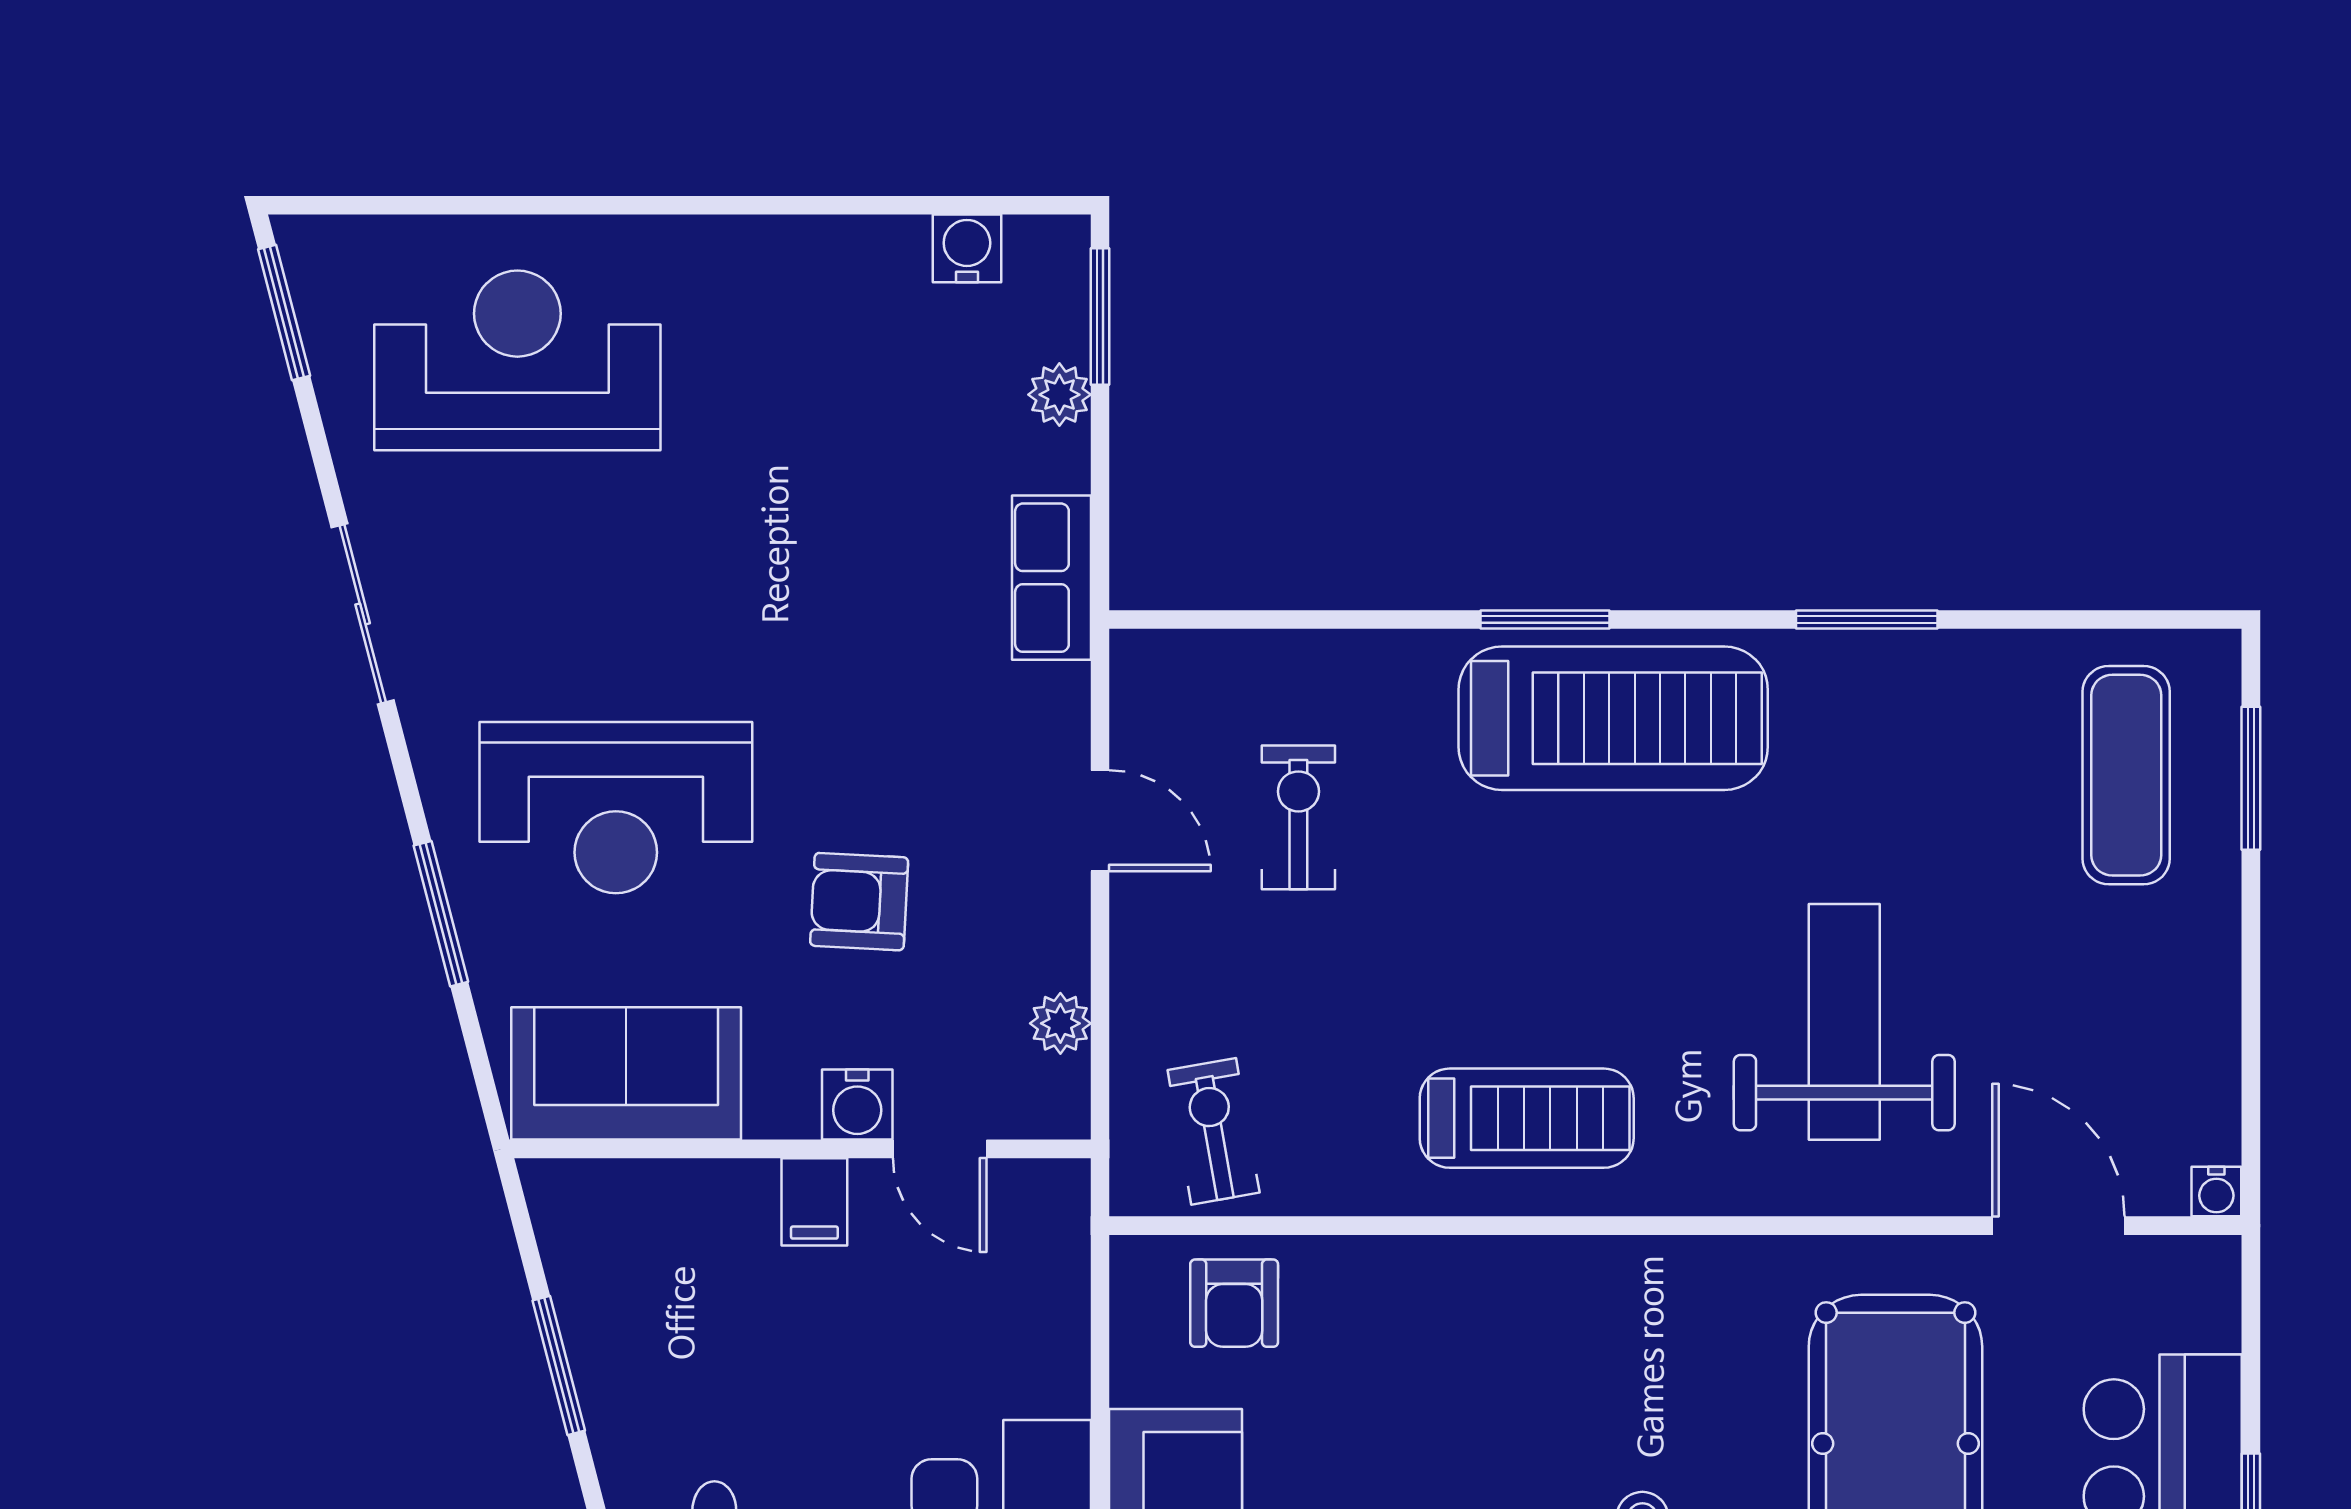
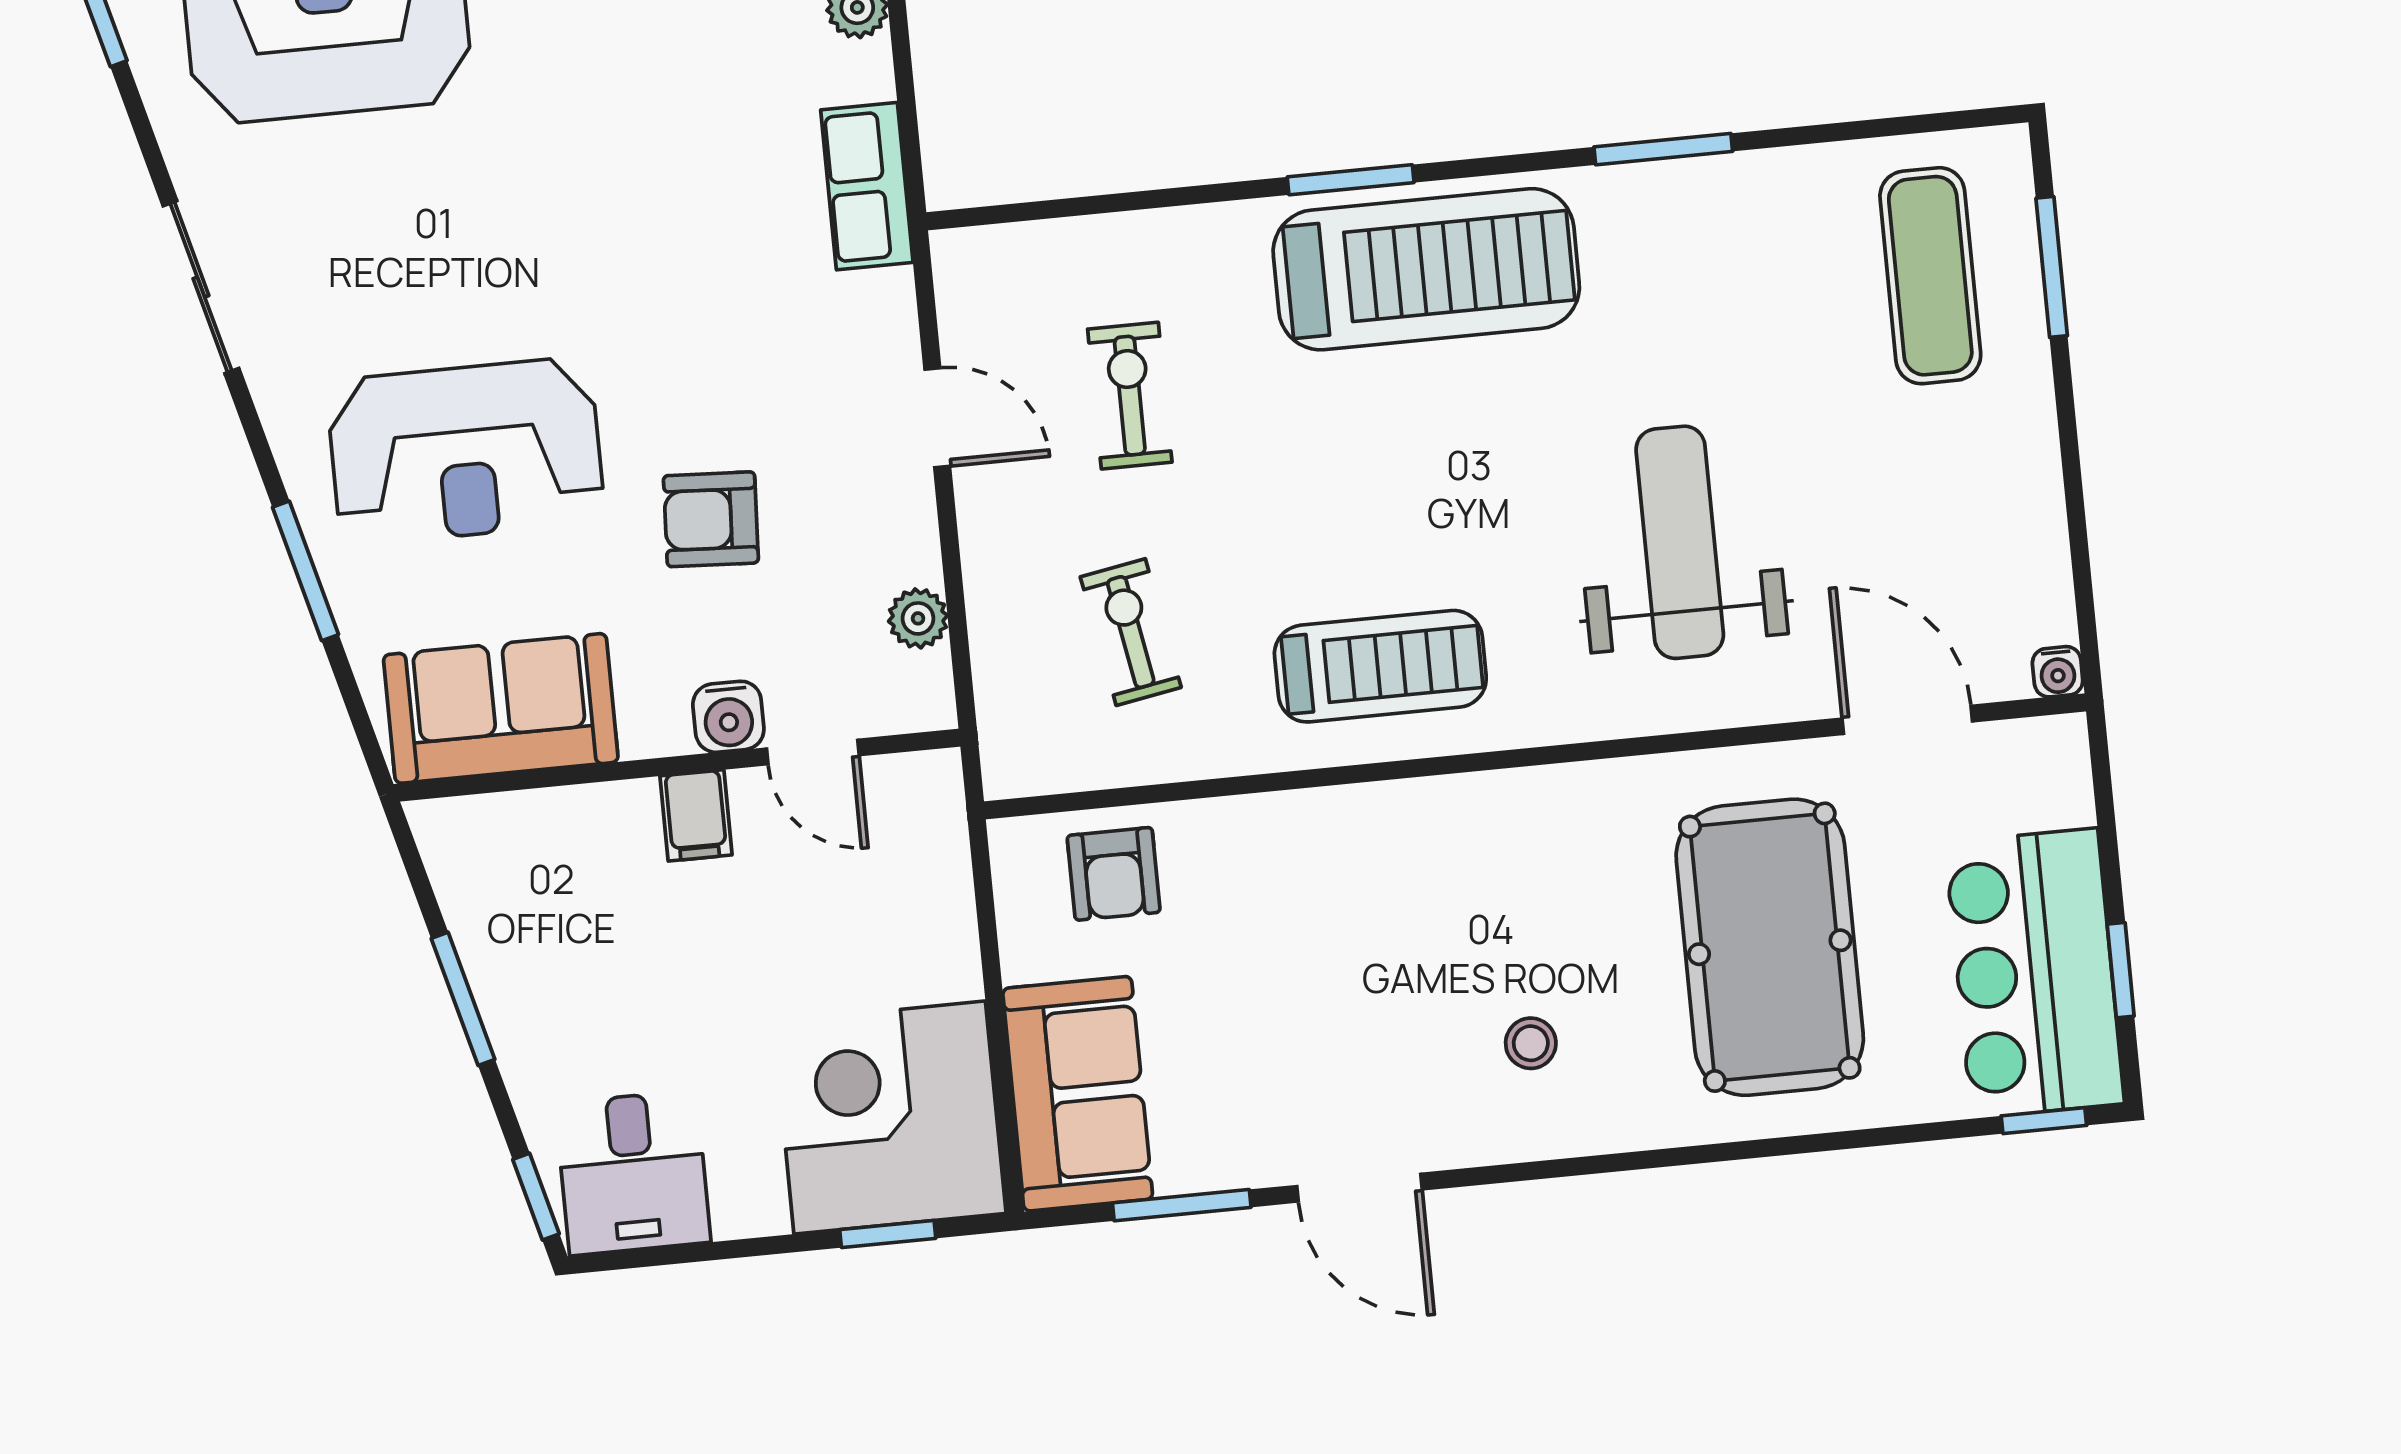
exercise bike: (1214, 1131) -> (1131, 632), moved

